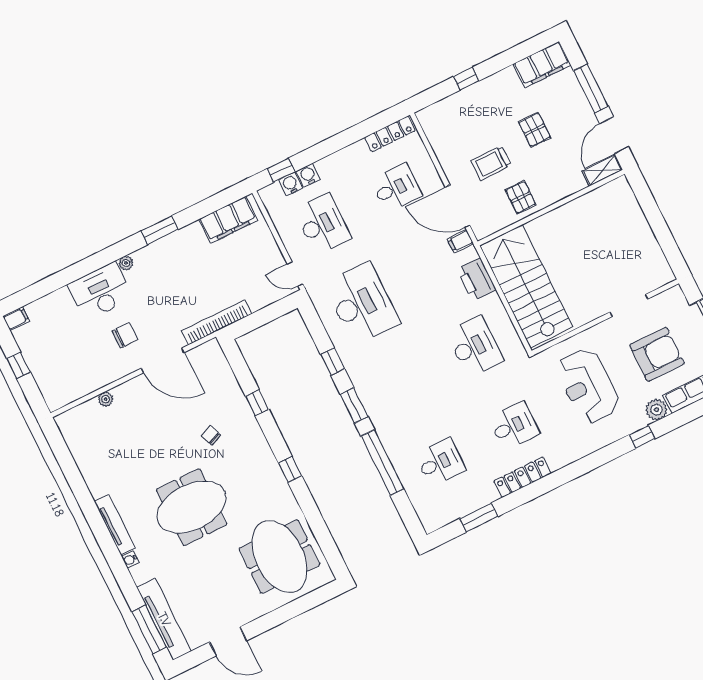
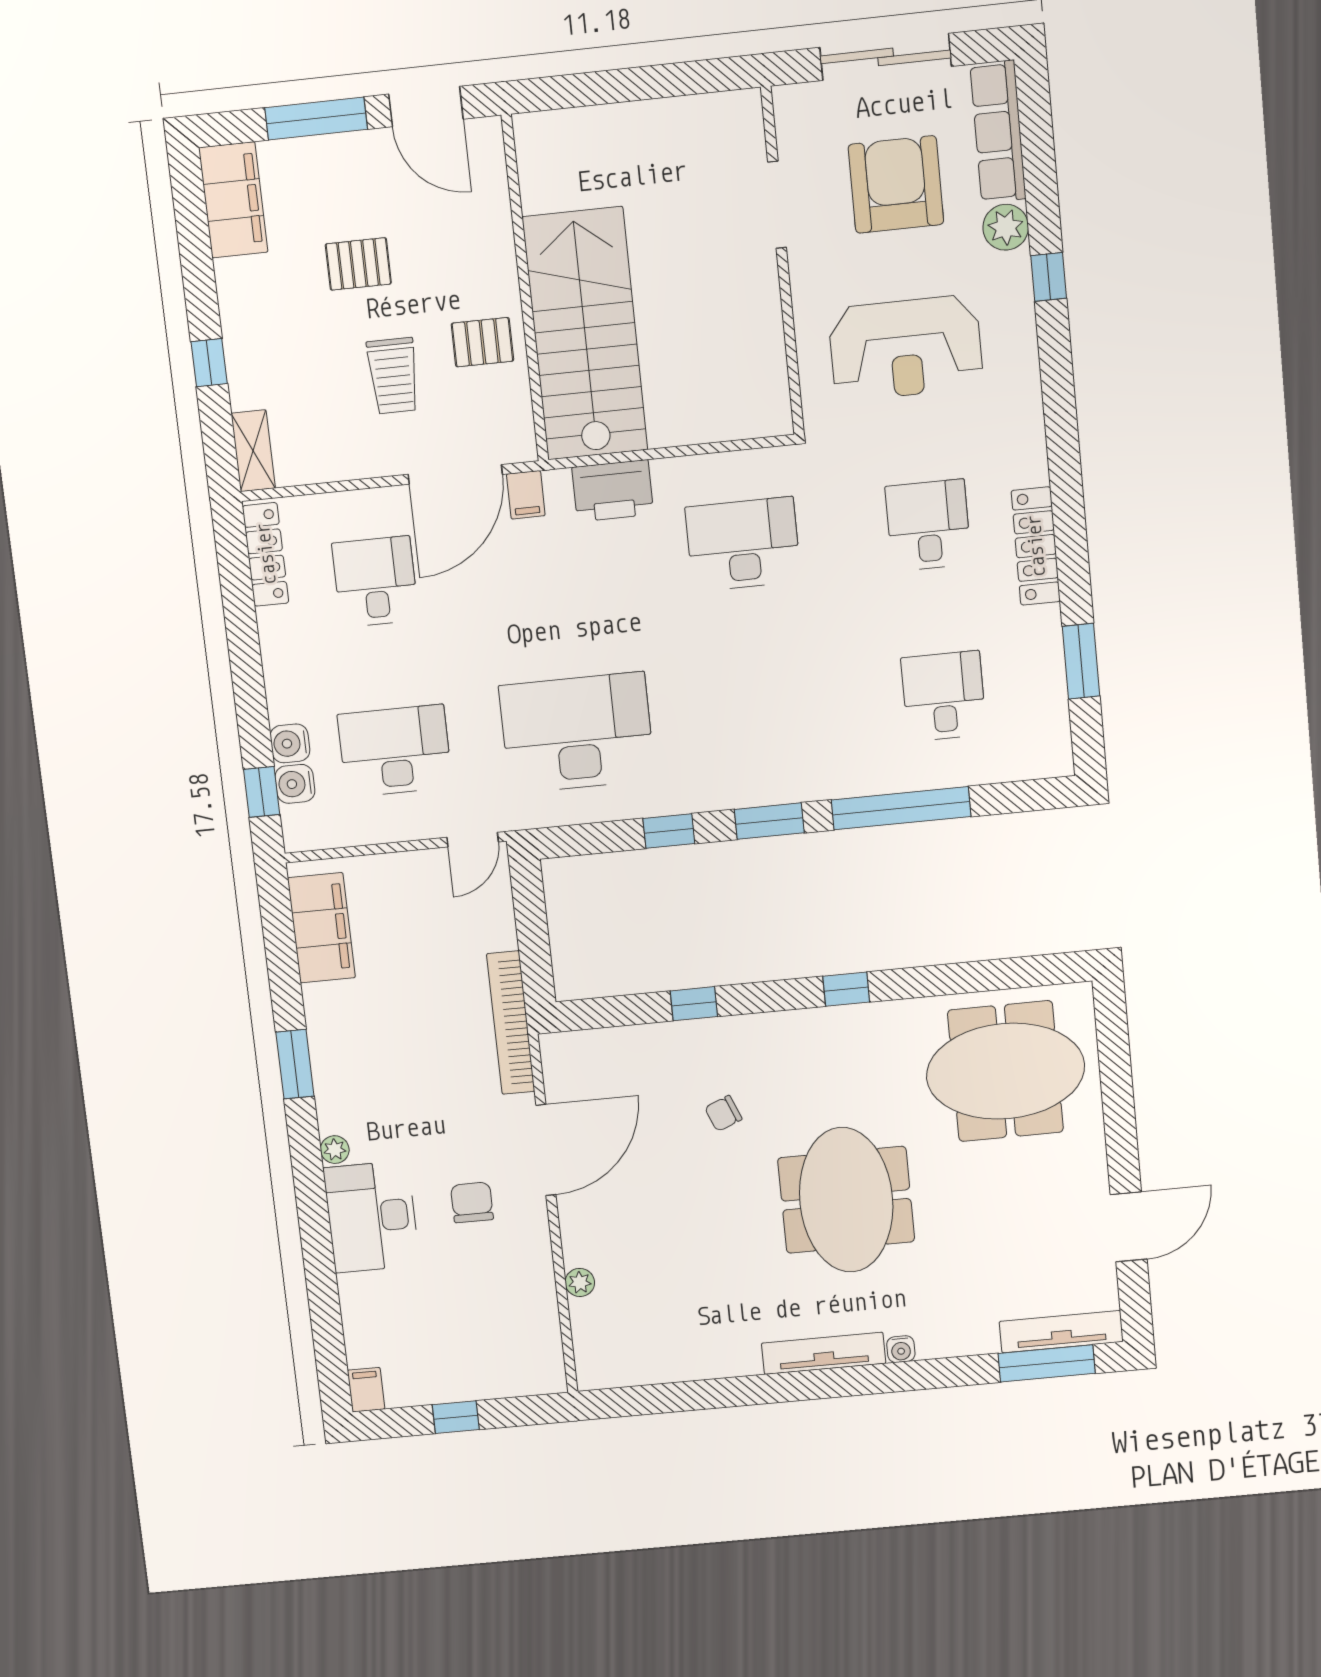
shelving: (602, 170) -> (253, 451), moved
stairs: (526, 286) -> (585, 334), moved, turned 90
tv unit: (164, 619) -> (1061, 1332), width x0.73, depth x0.78

